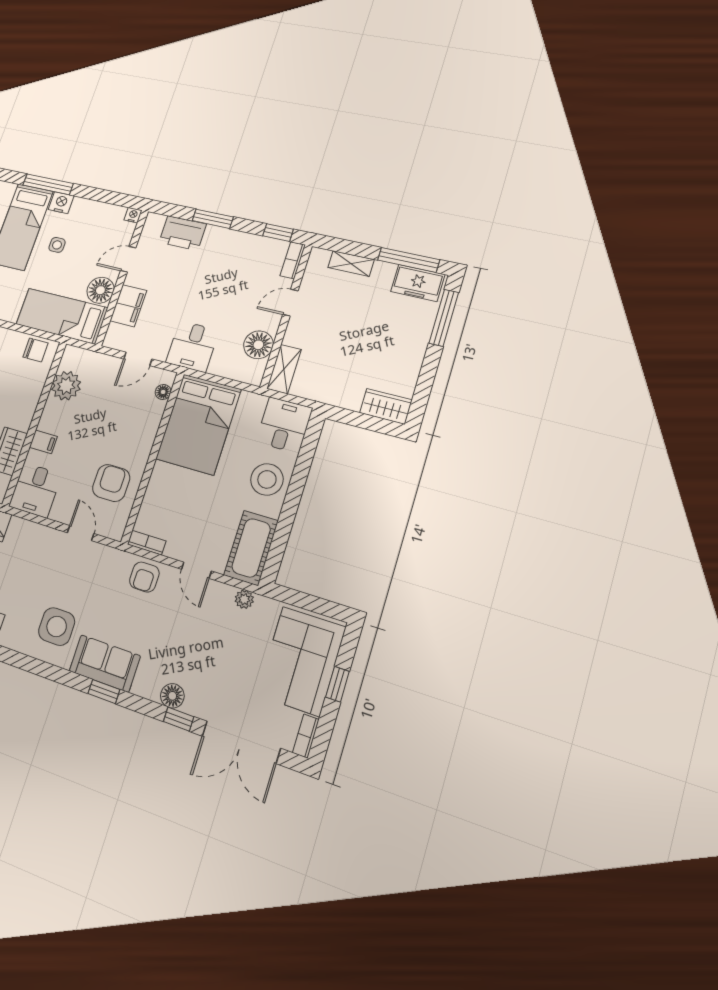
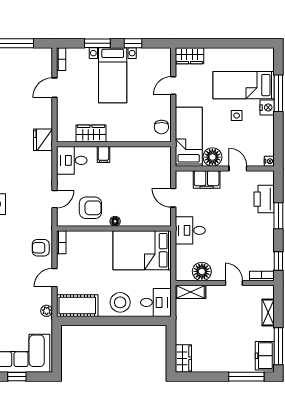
plant: (66, 386) -> (143, 157), removed
floor lamp: (163, 392) -> (115, 221), moved

